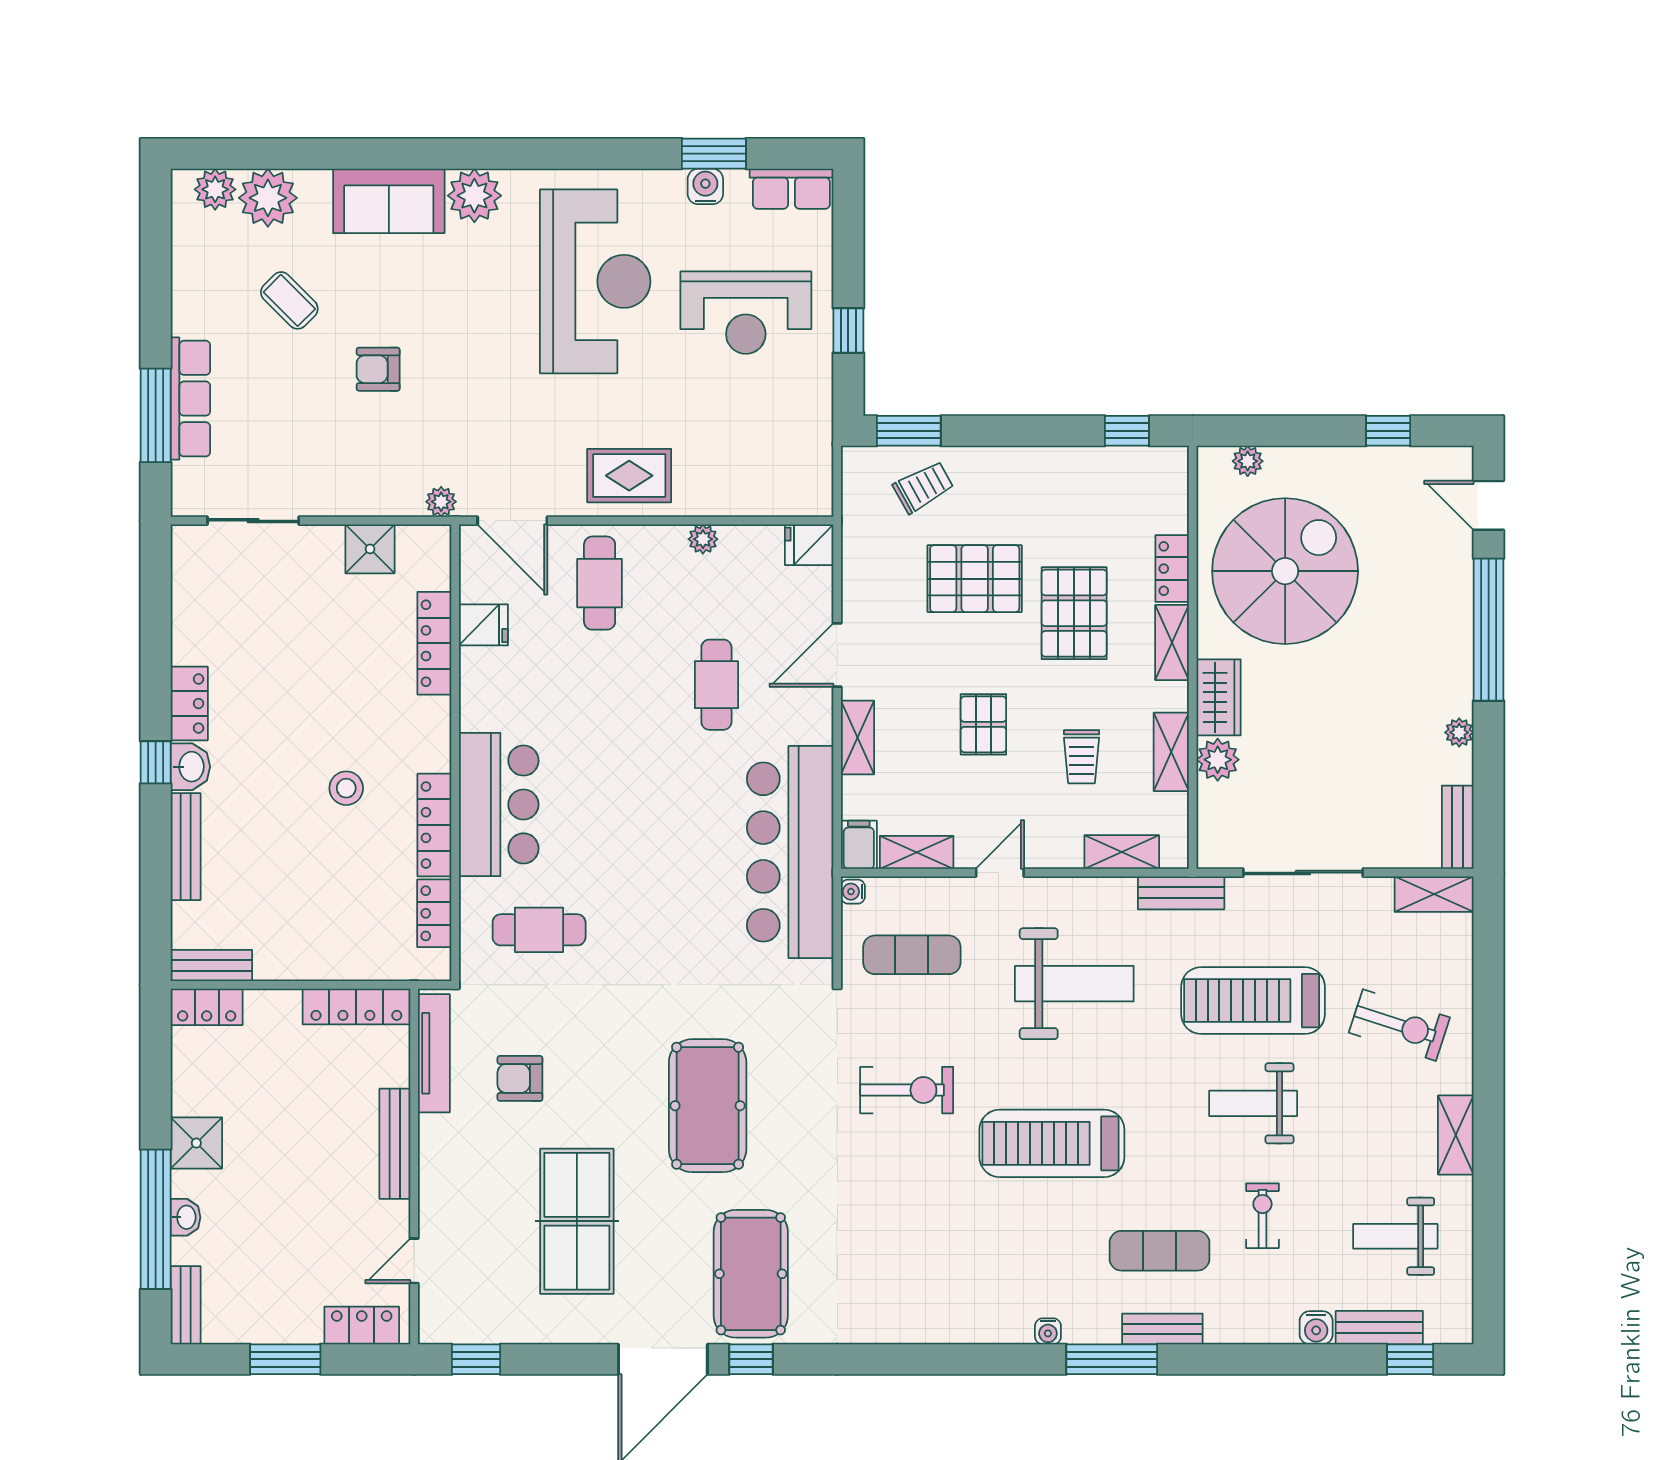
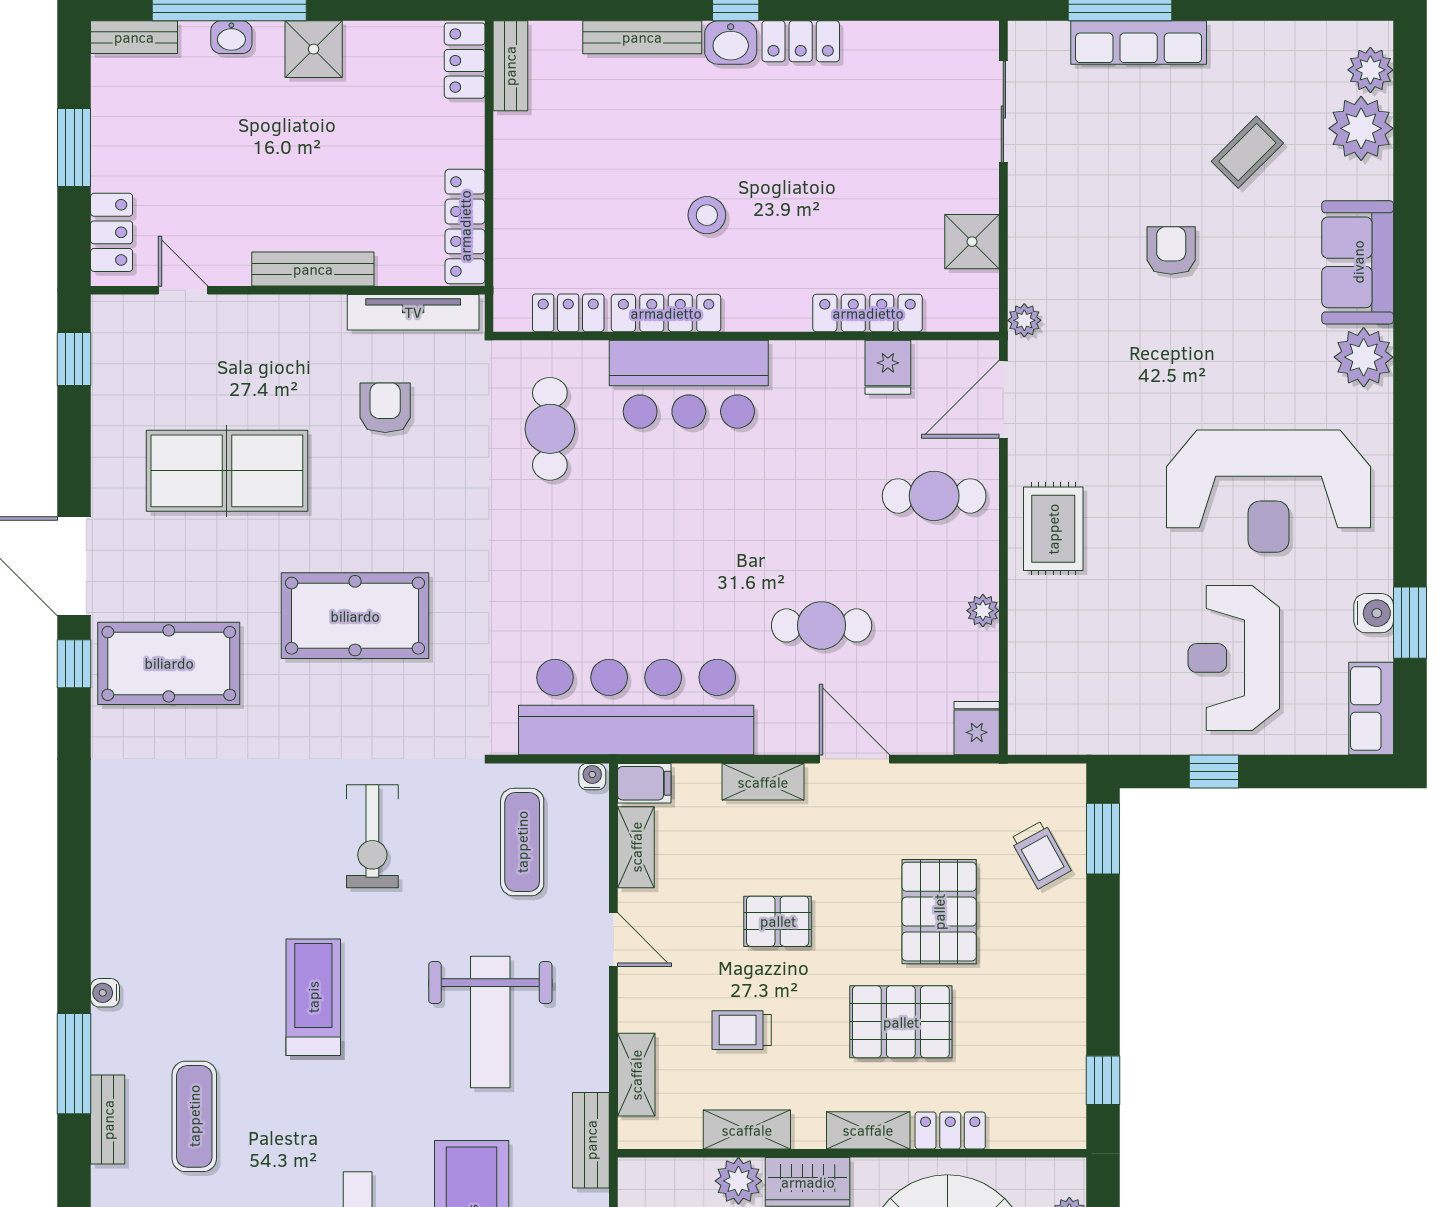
treadmill: (1052, 1143) -> (313, 997), width x0.73, depth x0.73

